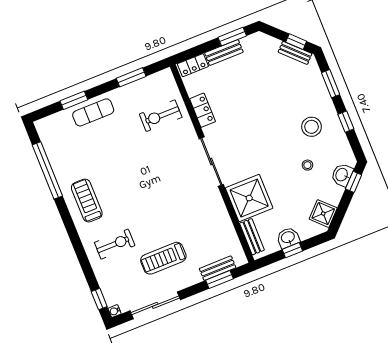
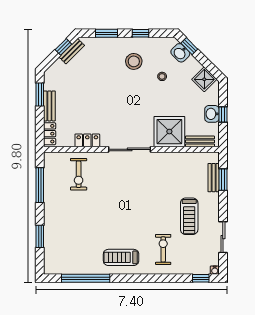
window: (131, 77) -> (40, 185), width x1.44
exercise mat: (93, 112) -> (55, 225), removed
sliding door: (155, 305) -> (223, 237), width x0.73

